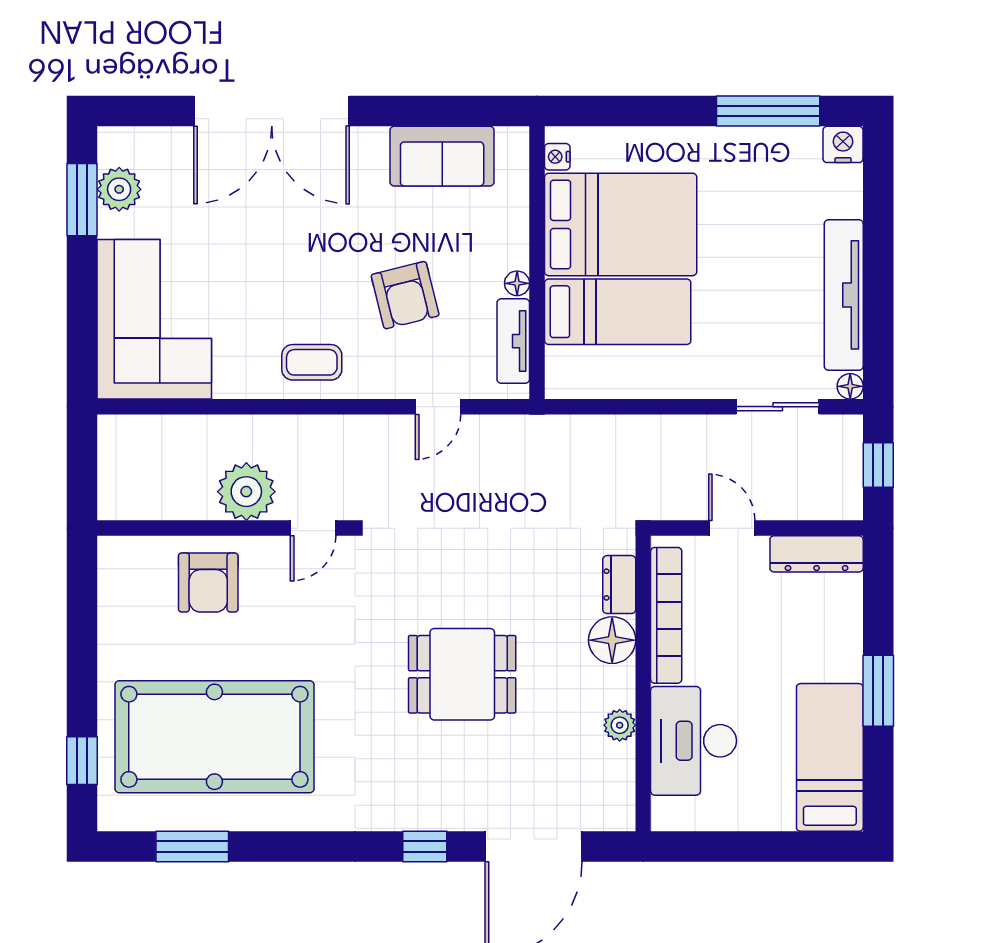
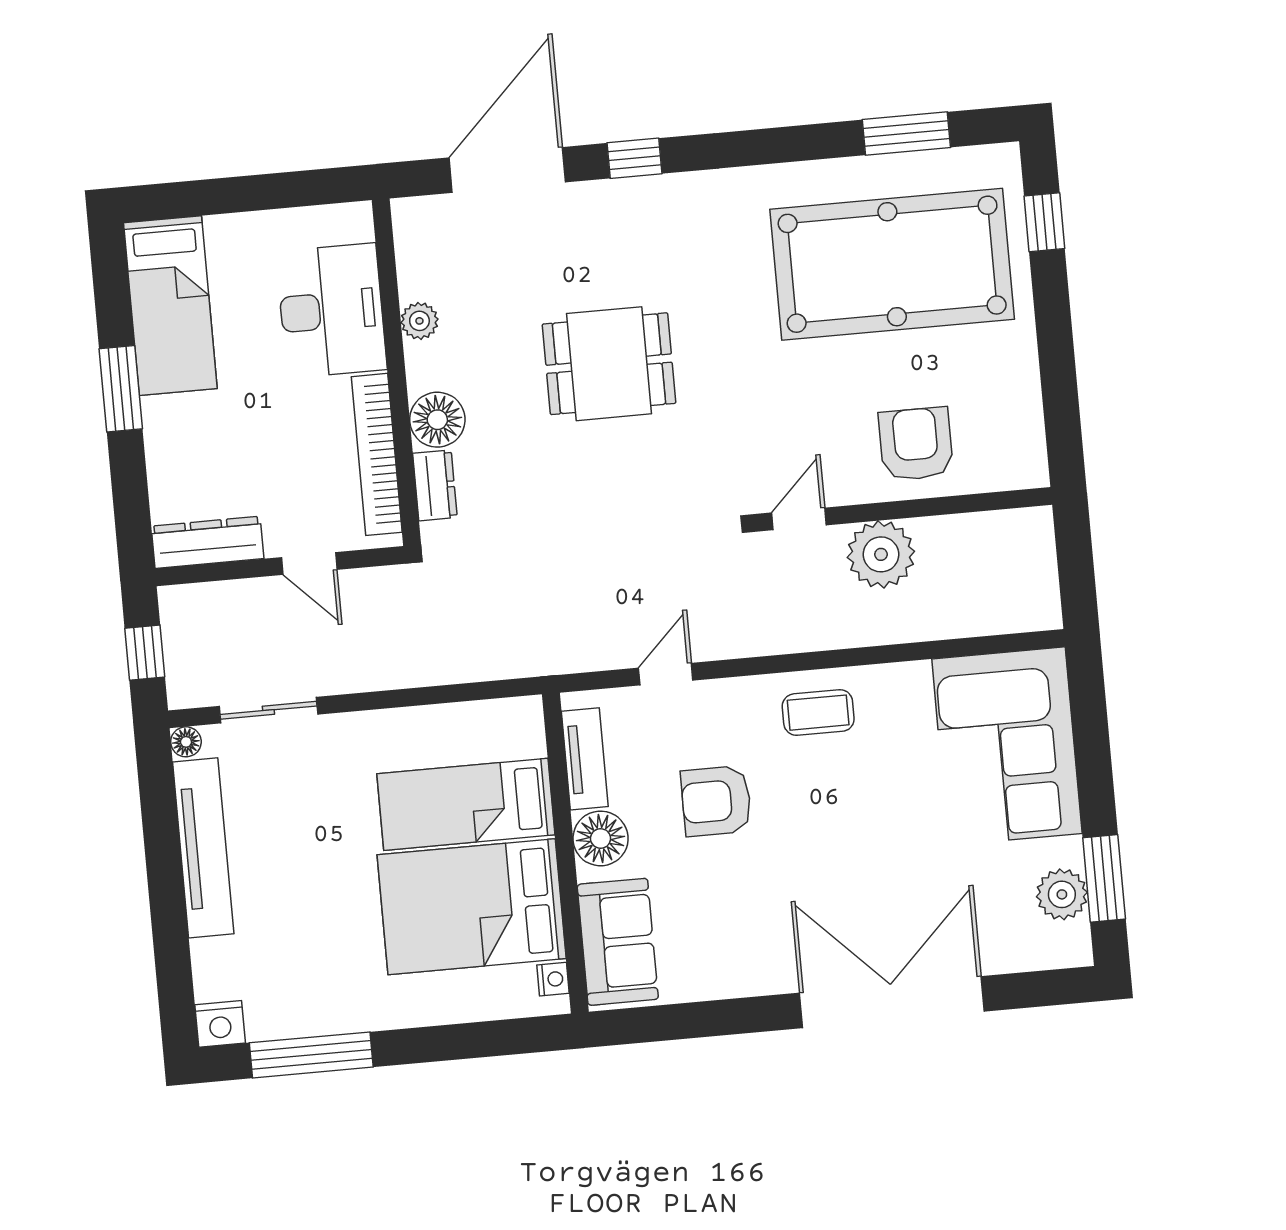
sofa: (442, 156) -> (618, 942), moved, turned 90
floor lamp: (517, 283) -> (601, 838), width x1.89, depth x1.89
armchair: (405, 295) -> (716, 801), turned -76

